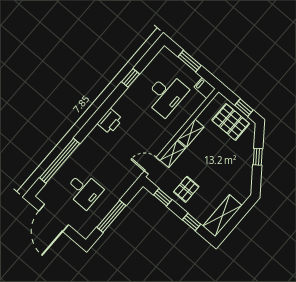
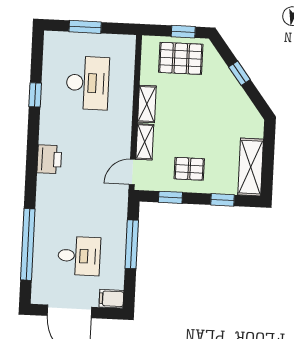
filing cabinet: (205, 88) -> (111, 299), moved
pallet: (186, 189) -> (189, 169), turned 90
window: (111, 216) -> (132, 244), moved

